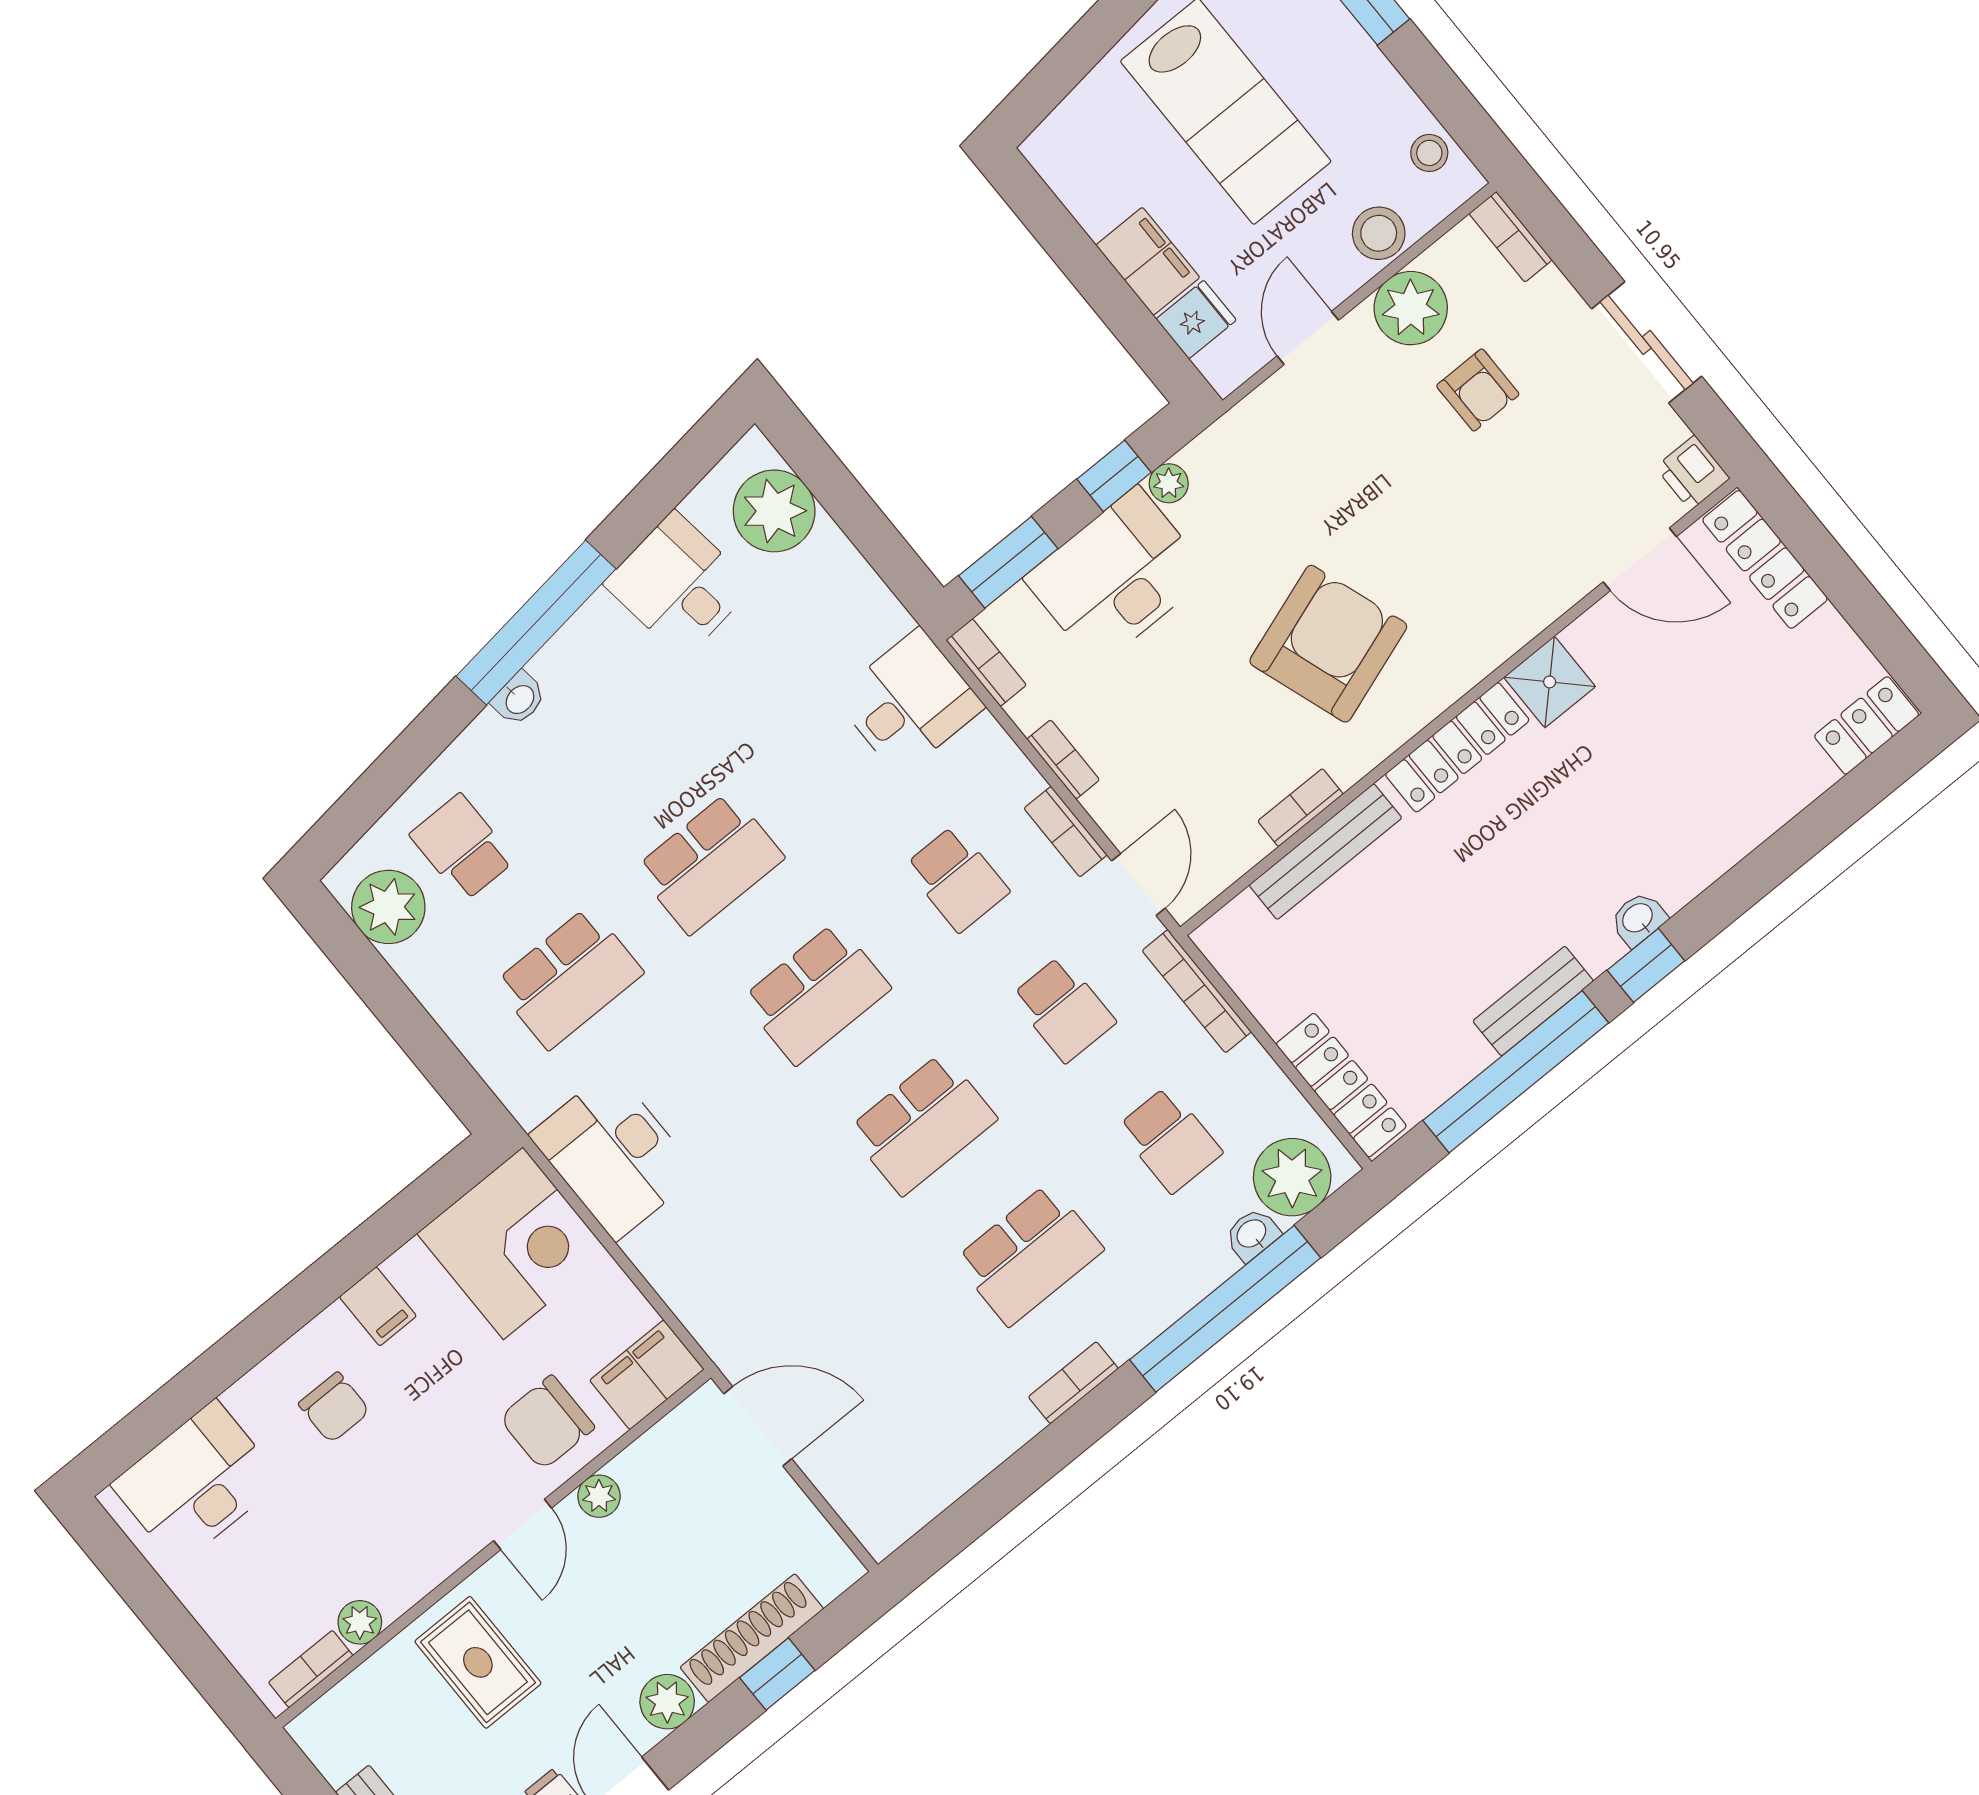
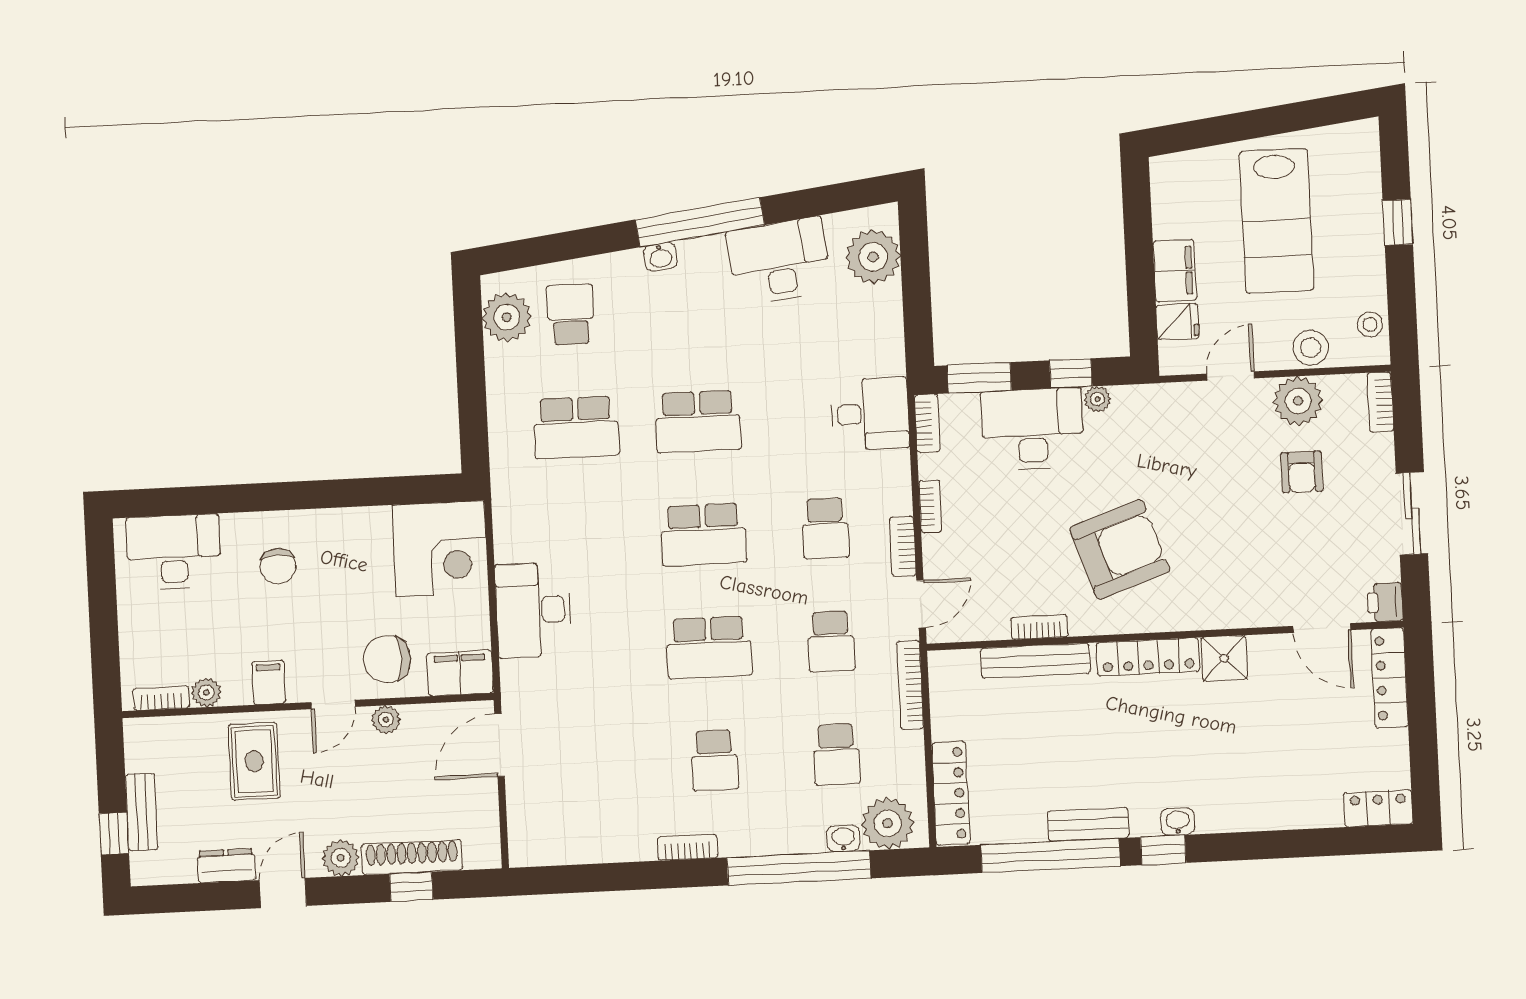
desk: (679, 585) -> (779, 261), width x1.37
desk: (614, 1155) -> (533, 610), moved
school desk: (1029, 1255) -> (715, 760), width x0.54
filing cabinet: (378, 1306) -> (269, 682), moved, turned 180
door: (758, 1426) -> (500, 745), swing flipped

